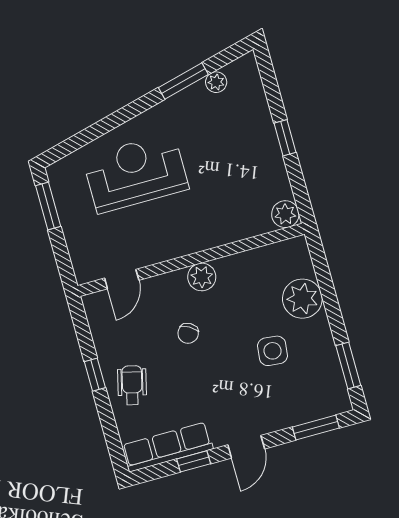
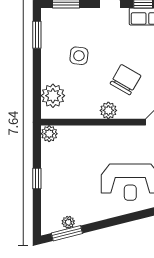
window: (183, 81) -> (67, 233), moved
plant: (302, 299) -> (53, 96), moved
chair: (188, 333) -> (126, 80), width x1.87, depth x1.87

